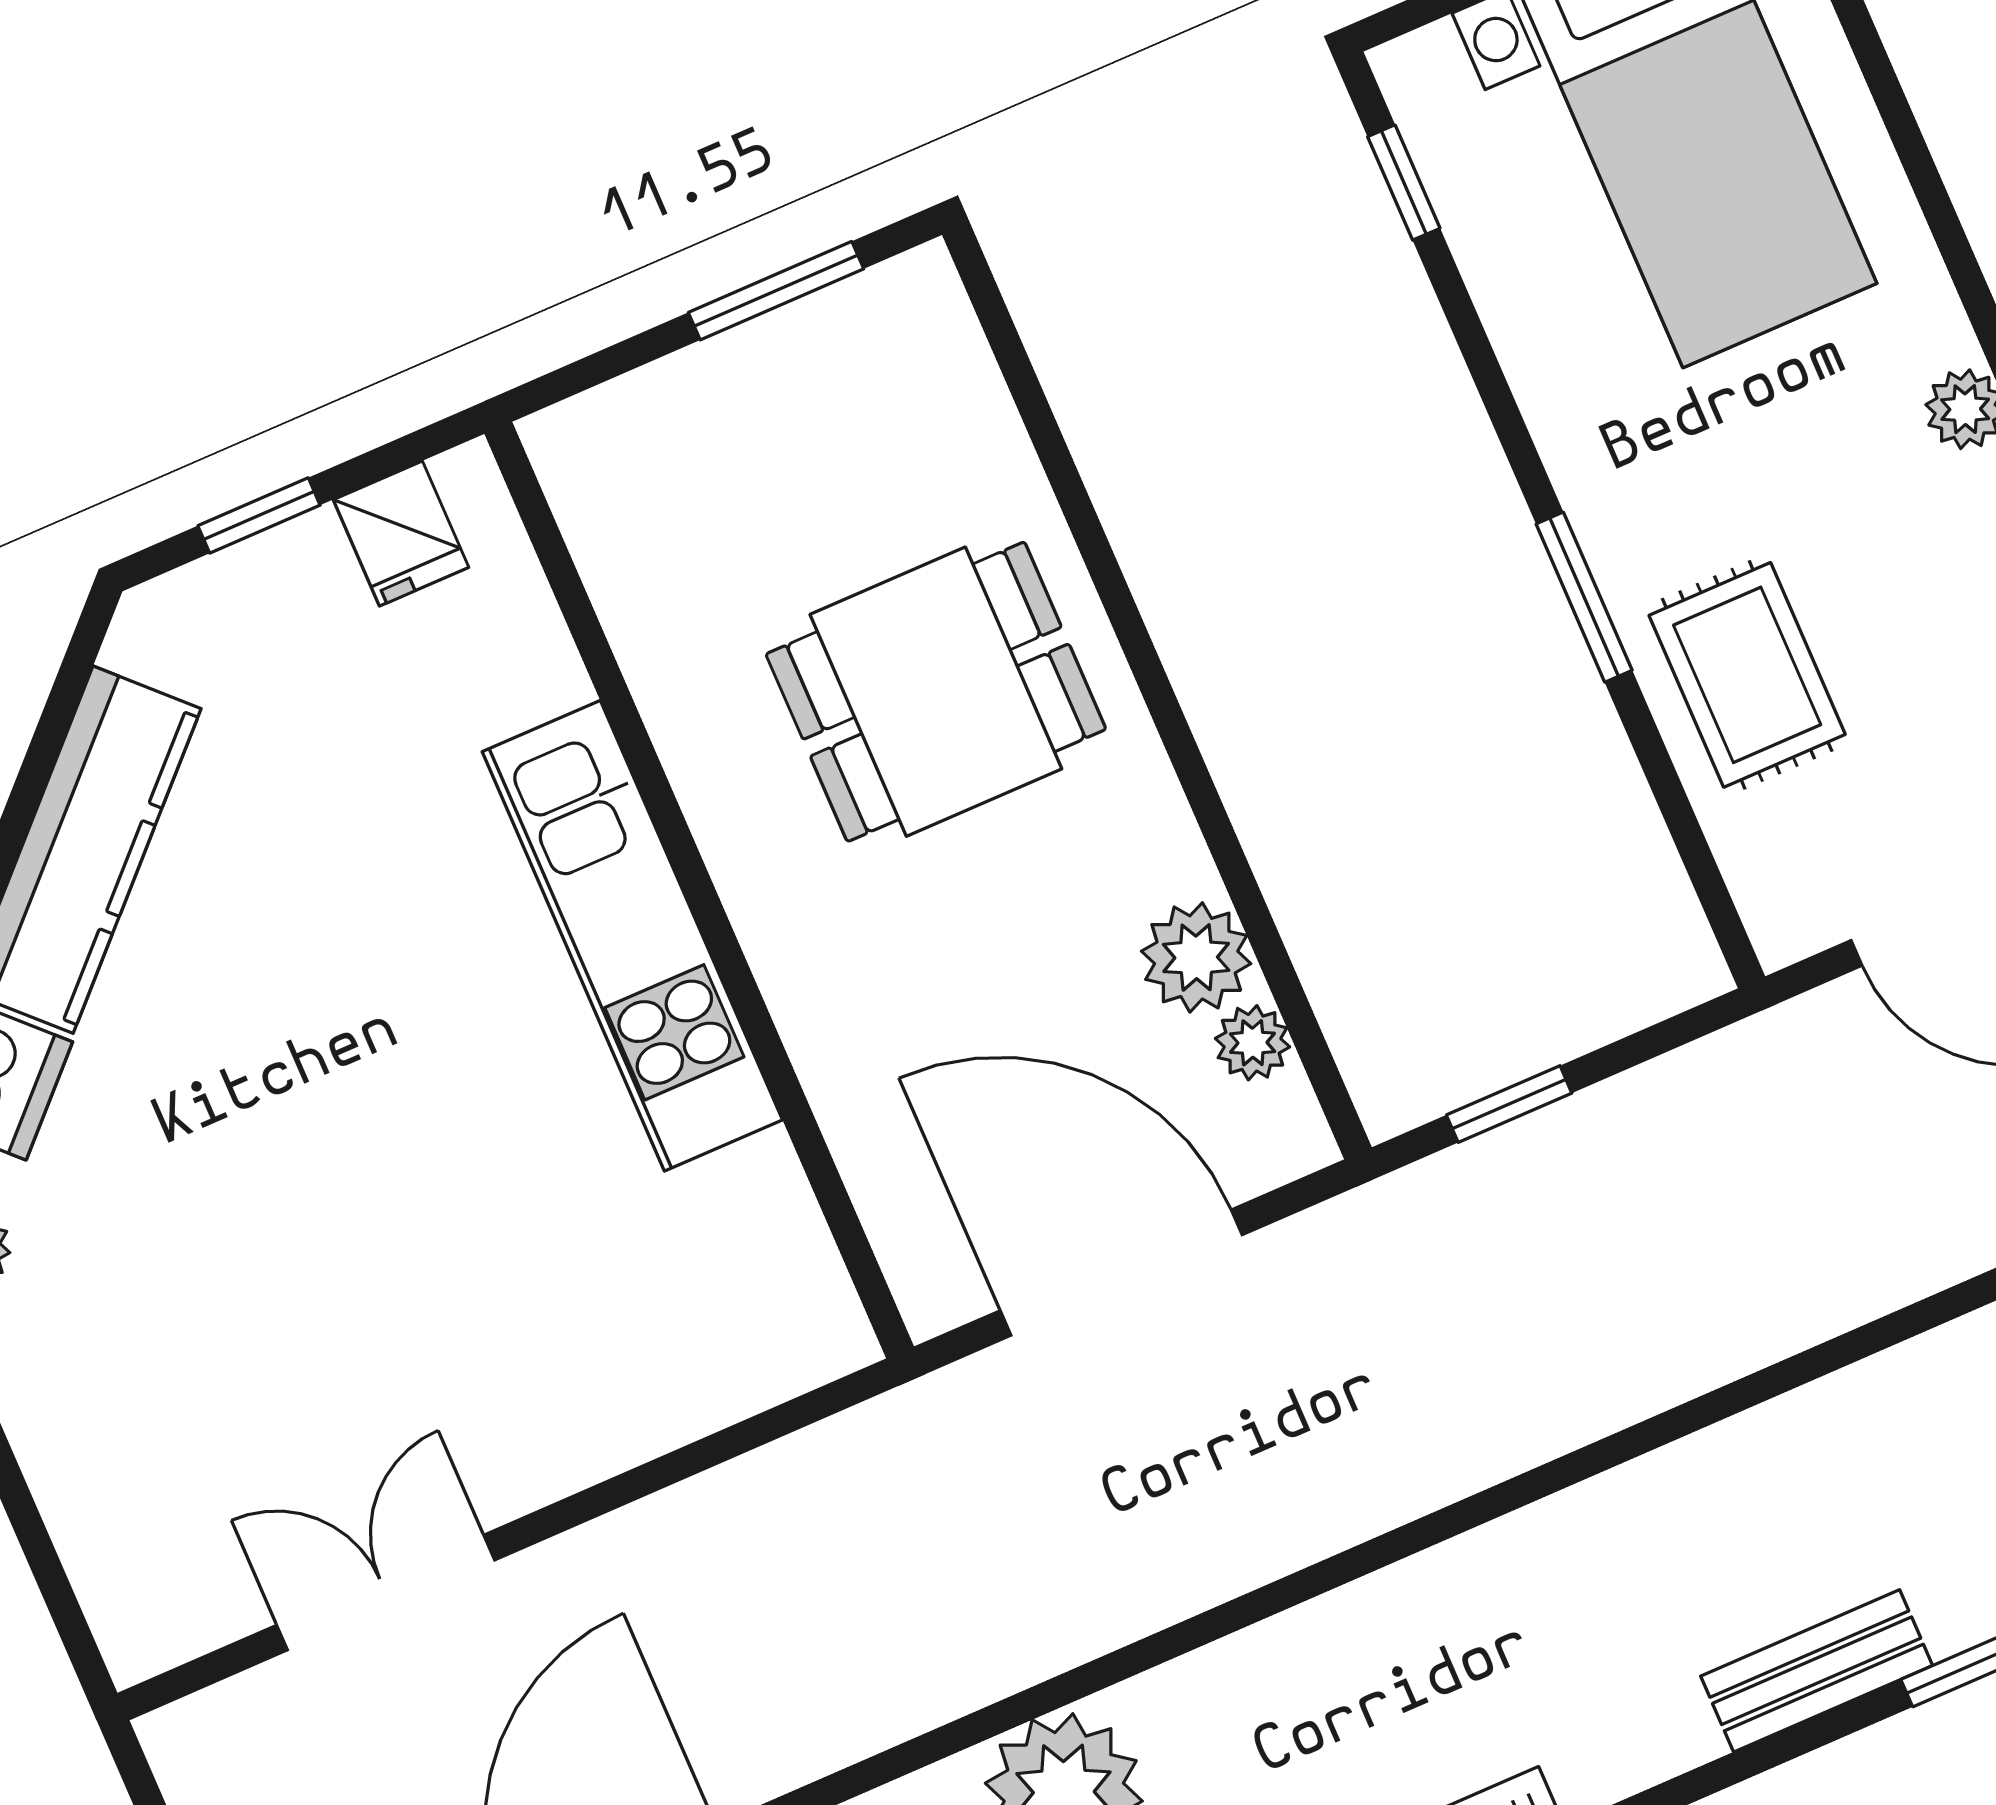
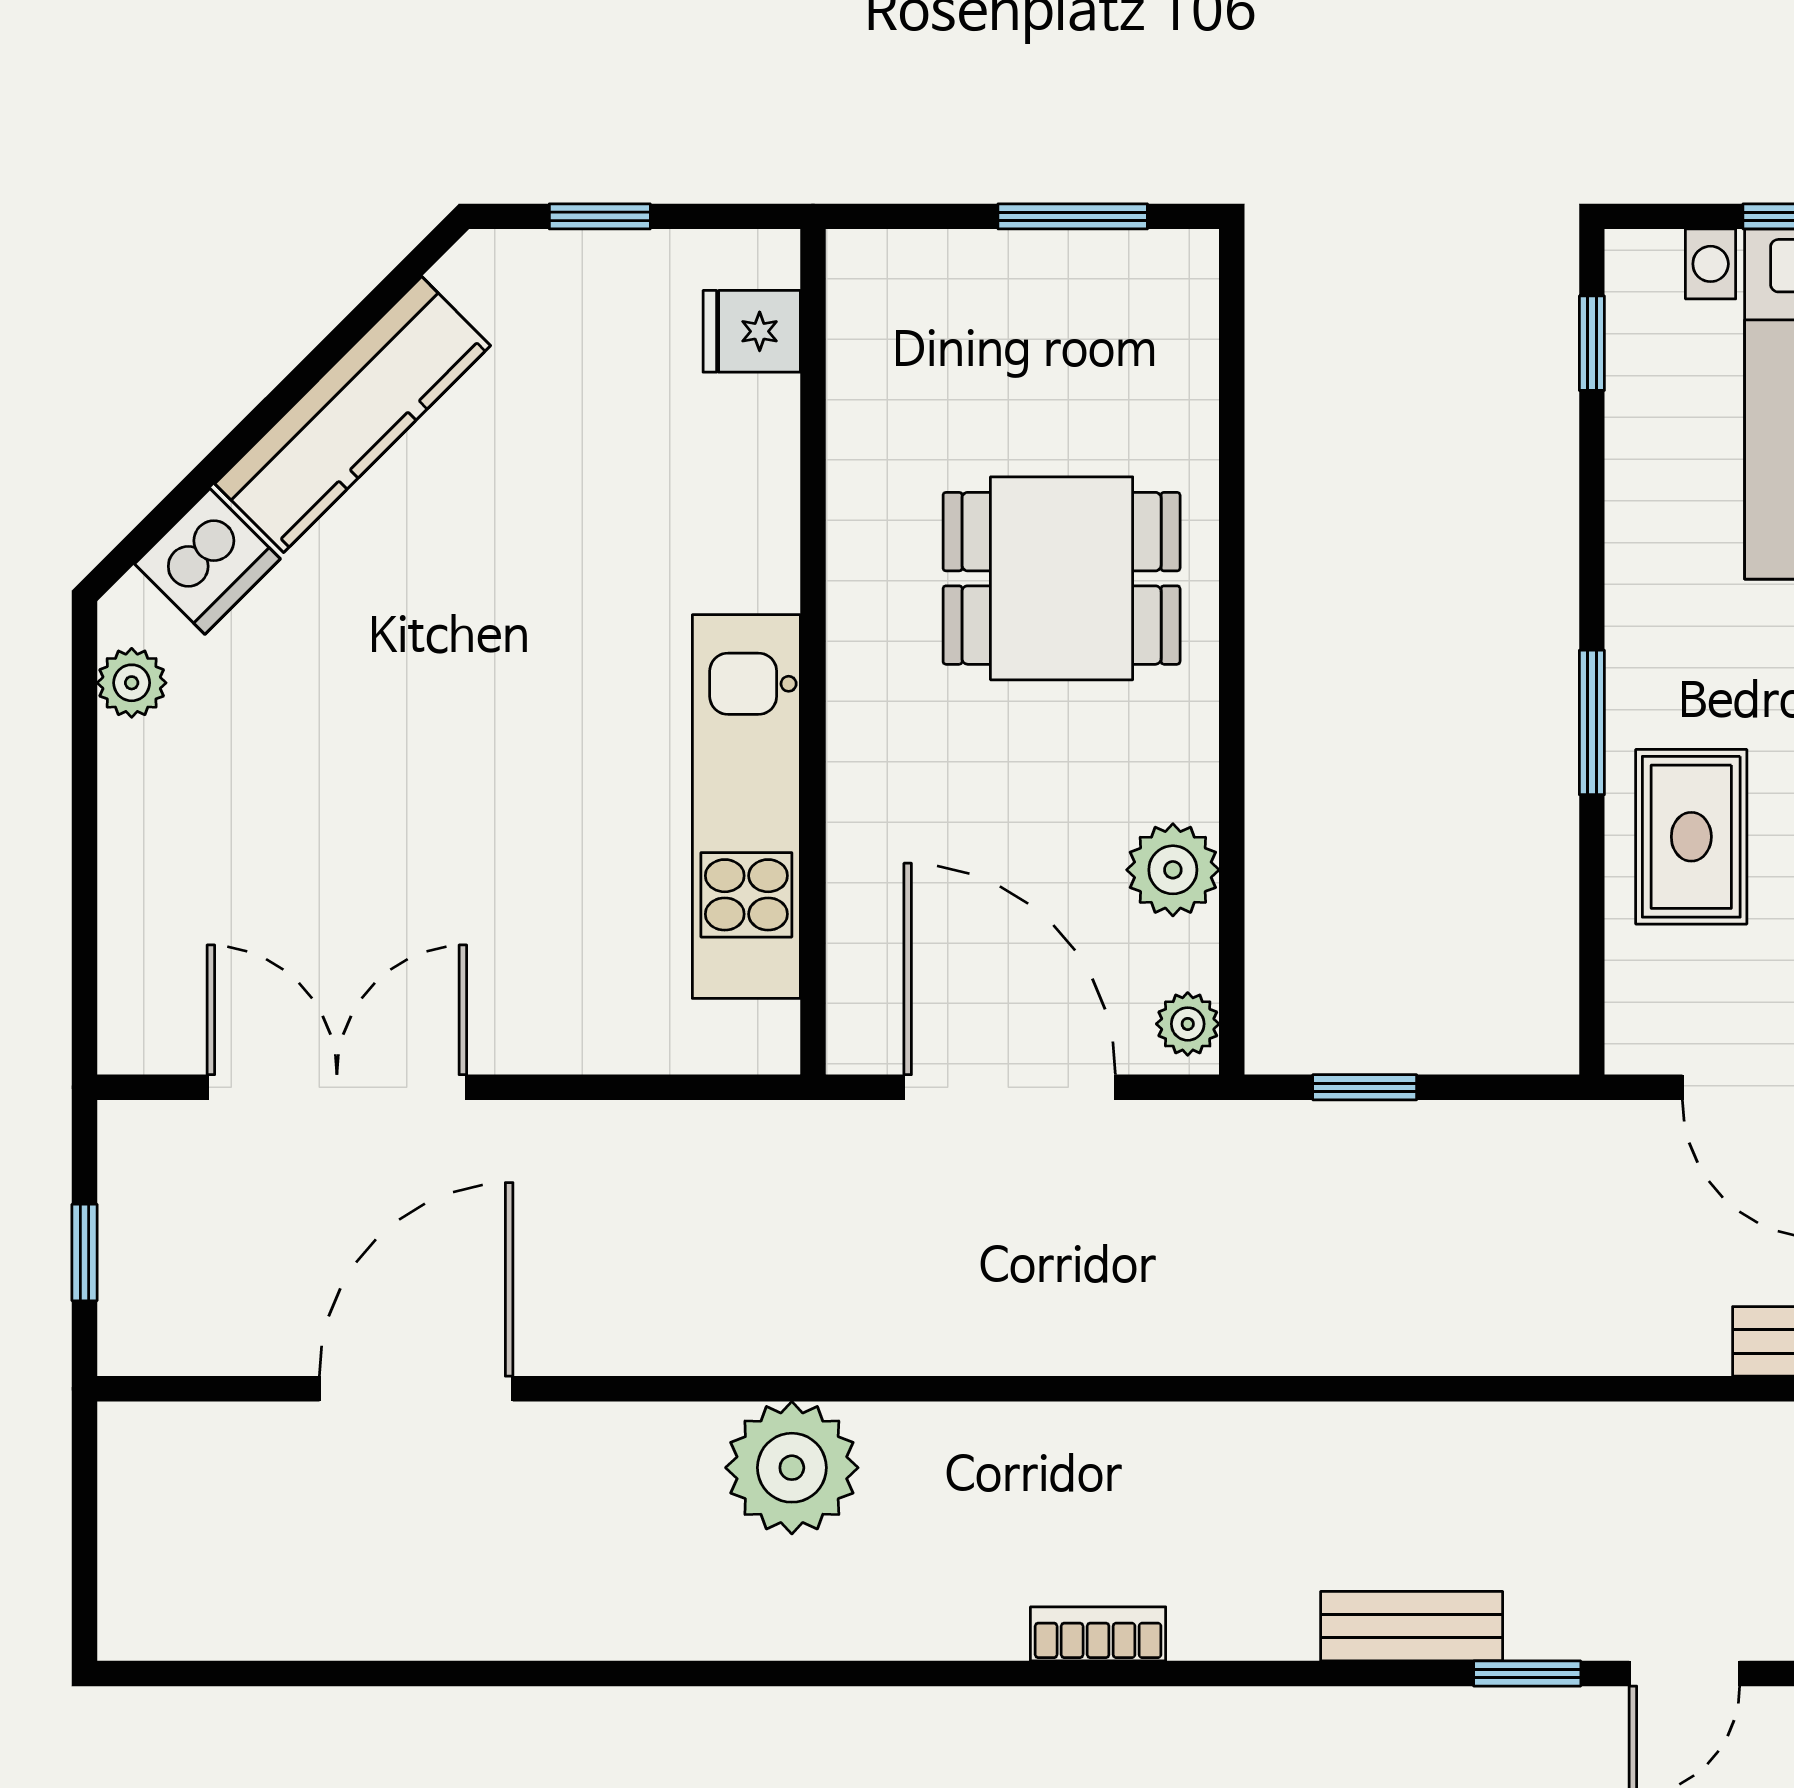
fridge: (401, 533) -> (752, 331), moved, turned 90
kitchen unit: (632, 936) -> (746, 807), moved
plant: (1253, 1043) -> (1188, 1024), moved
double door: (386, 1593) -> (337, 1087), width x1.37

